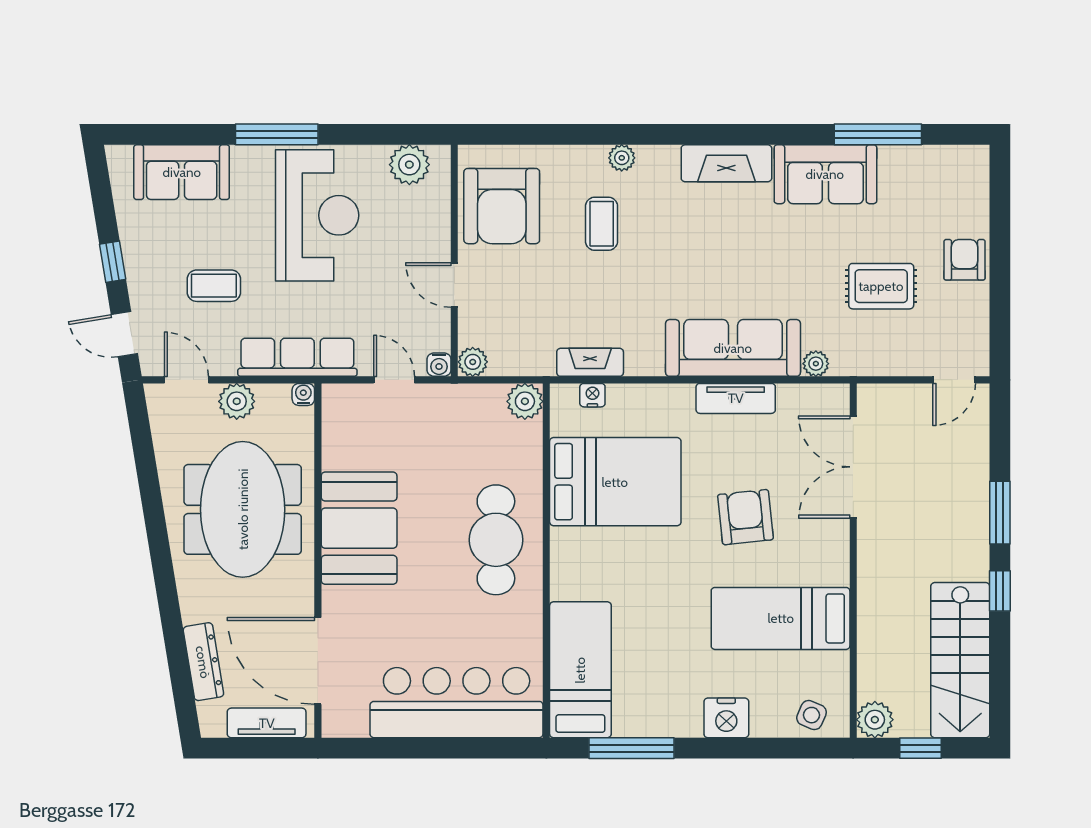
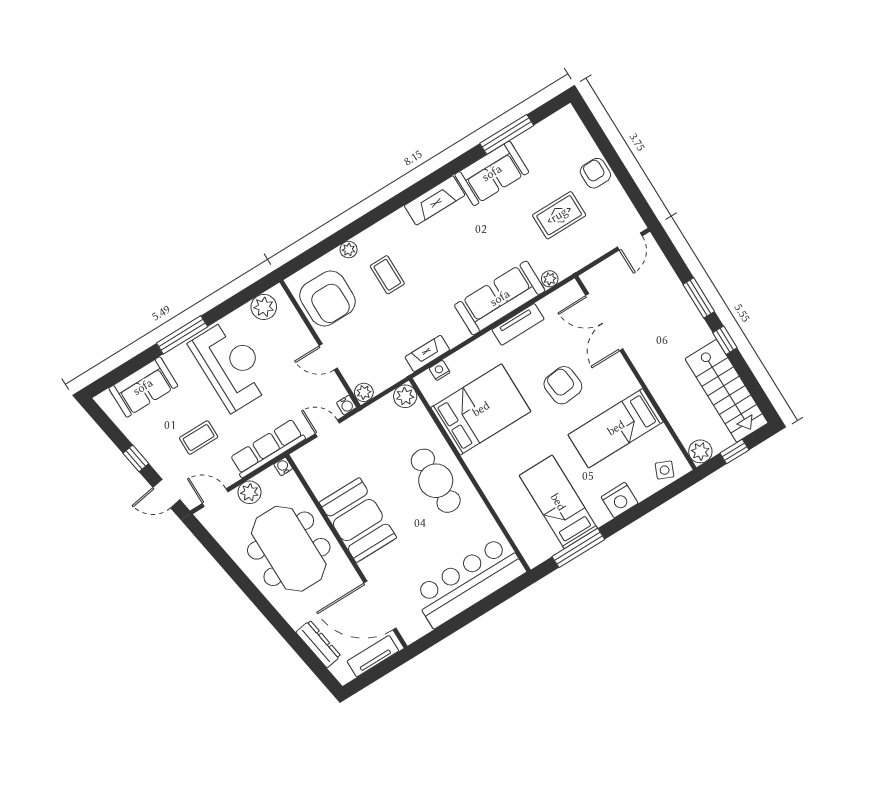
plant: (622, 158) -> (349, 250), moved
bed: (580, 670) -> (558, 502), moved

